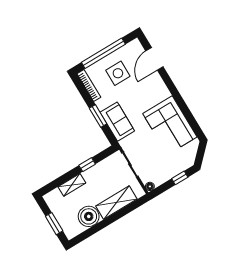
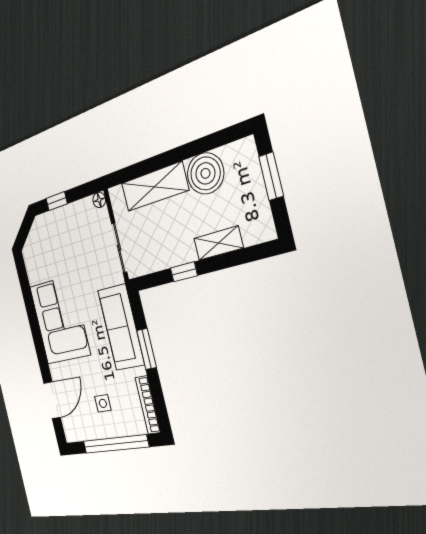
side table: (118, 73) -> (103, 403), width x0.54, depth x0.54
sofa: (117, 122) -> (121, 327), width x1.36
corner sofa: (170, 125) -> (60, 320), moved

